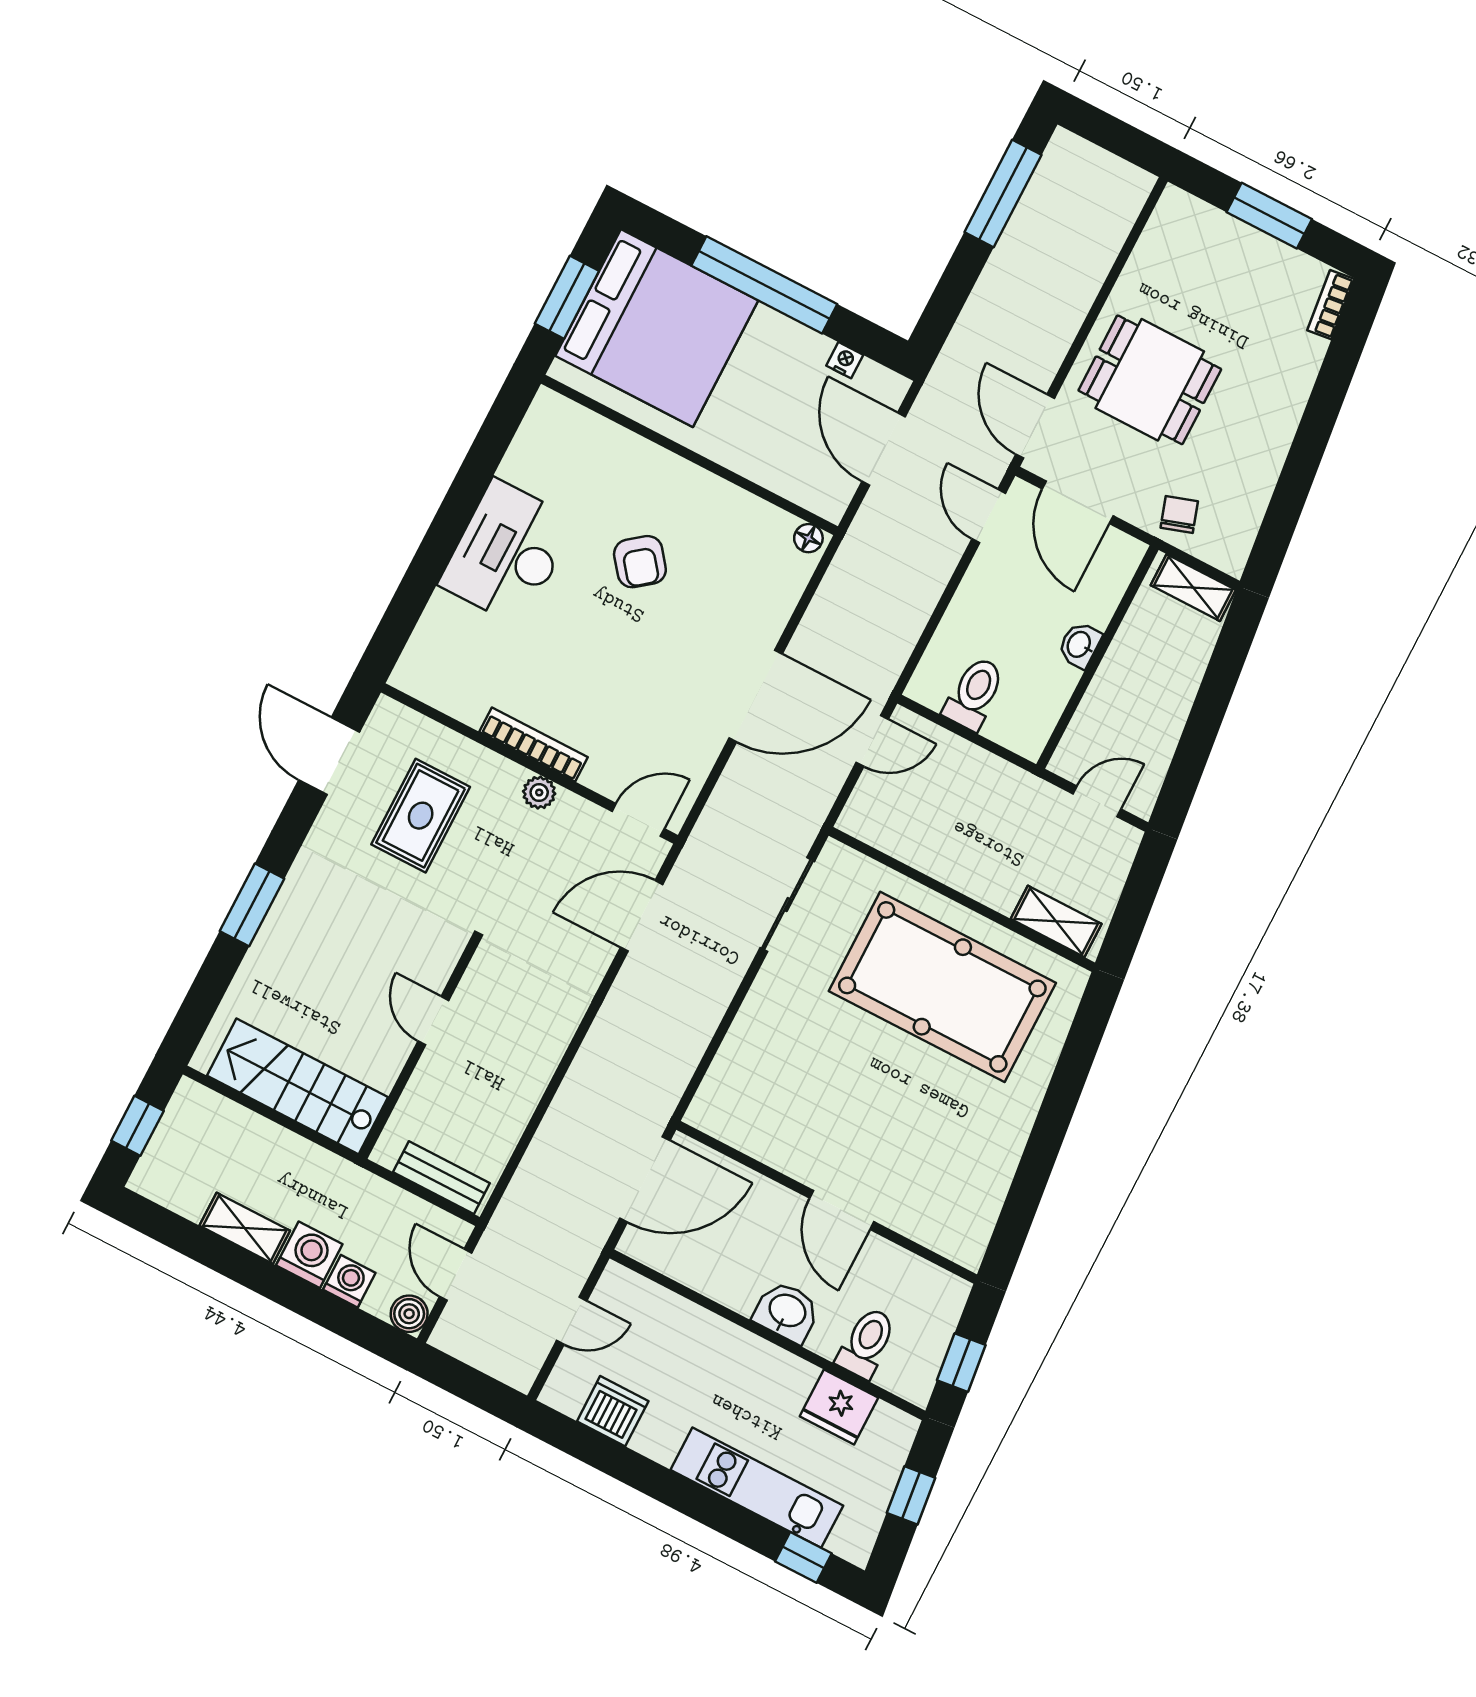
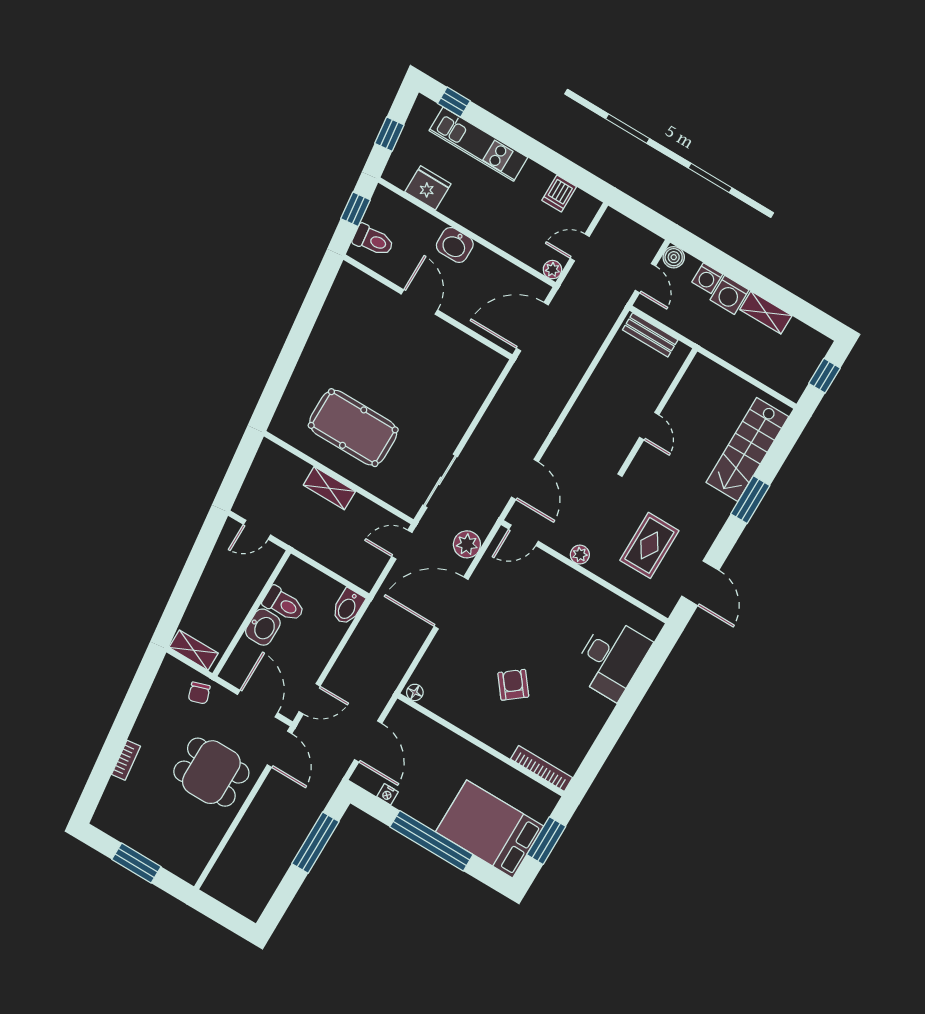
window: (1003, 194) -> (315, 843), moved
bookcase: (1331, 305) -> (126, 760), moved
bed: (657, 328) -> (490, 829), width x0.73
door: (989, 516) -> (310, 699), hinge flipped
desk: (508, 553) -> (612, 658), moved
washbasin: (1080, 645) -> (263, 627), width x1.38, depth x1.45
bidet: (933, 678) -> (348, 607), added
toilet: (974, 693) -> (284, 604), moved, turned -90
door: (872, 741) -> (402, 545), moved
bookcase: (533, 744) -> (542, 768), moved, turned 180
plant: (734, 798) -> (467, 544), added
door: (642, 916) -> (525, 479), hinge flipped
shelving: (1056, 921) -> (329, 488), moved
pool table: (942, 987) -> (353, 428), width x0.73, depth x0.76
stairs: (298, 1086) -> (747, 449), moved, turned 90
plant: (616, 1280) -> (552, 270), added
toilet: (866, 1343) -> (373, 240), moved, turned -97
dishwasher: (613, 1411) -> (559, 193), width x0.73

